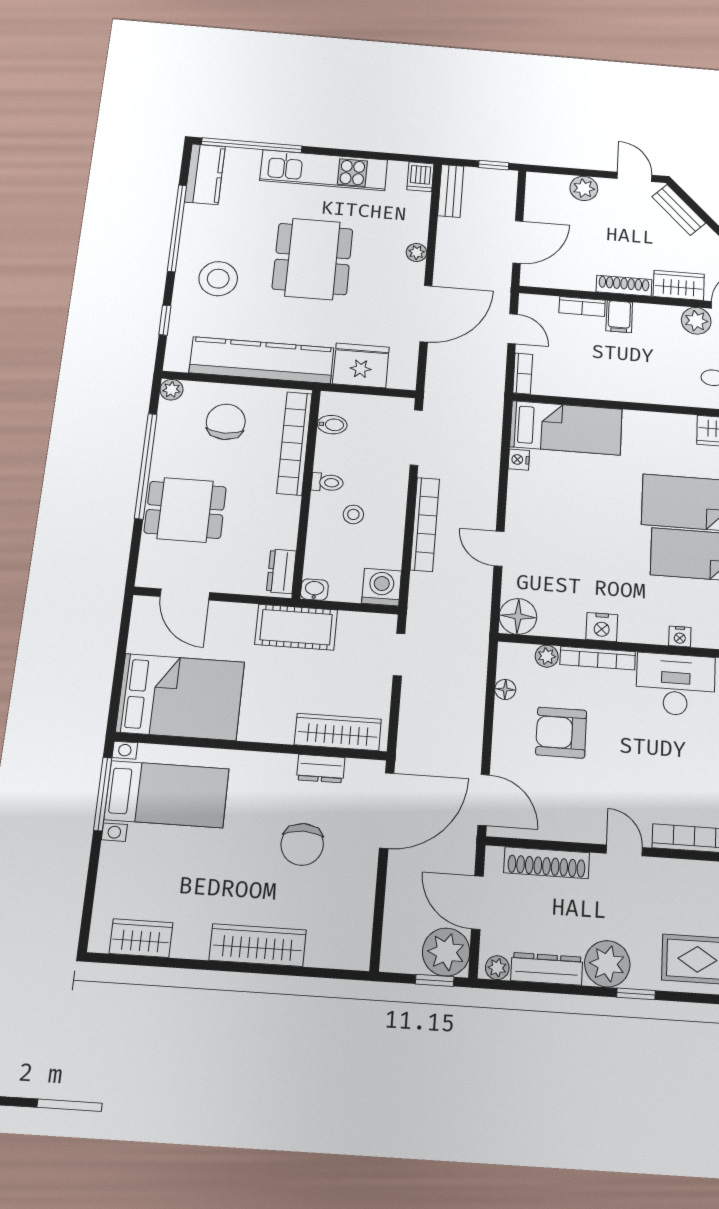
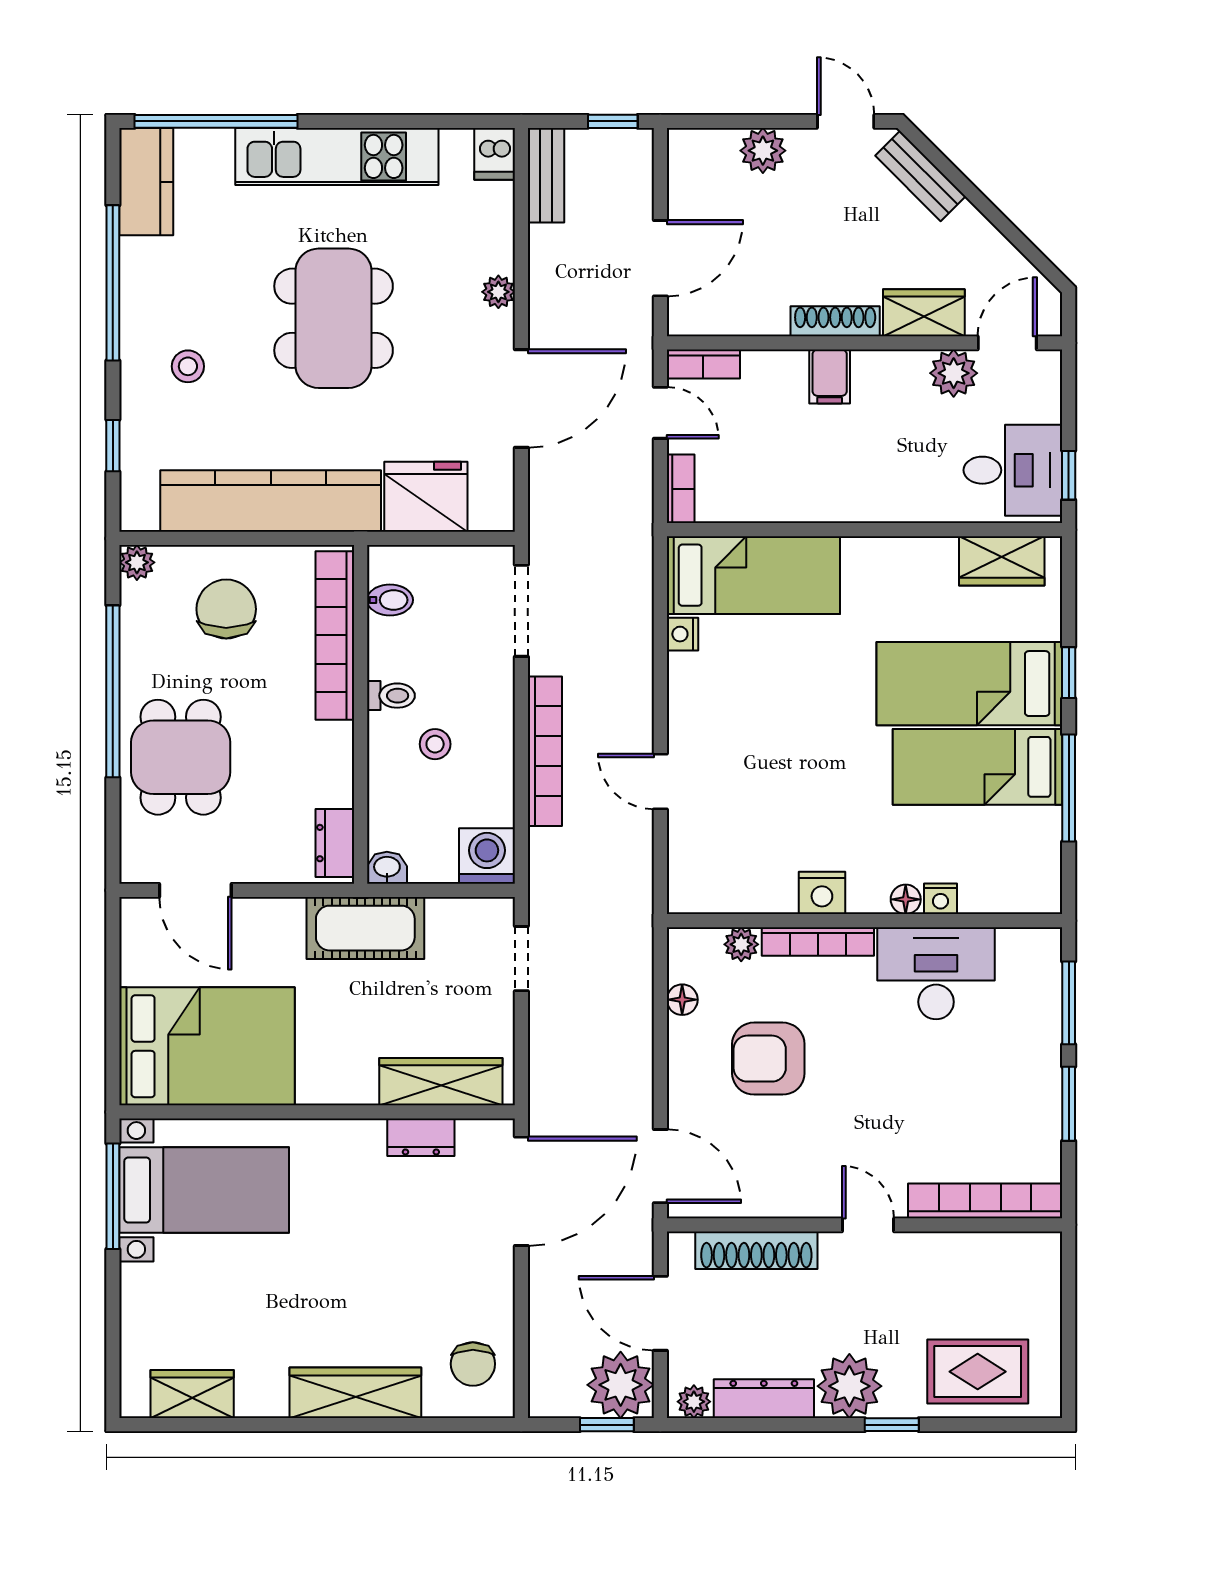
stool: (218, 279) -> (188, 366), width x0.53, depth x0.53
bookcase: (582, 306) -> (703, 364), moved
dining table: (185, 510) -> (181, 757), turned 90
floor lamp: (518, 616) -> (906, 899), moved, width x0.53, depth x0.53
chair: (302, 844) -> (473, 1364), moved, width x0.73, depth x0.73

